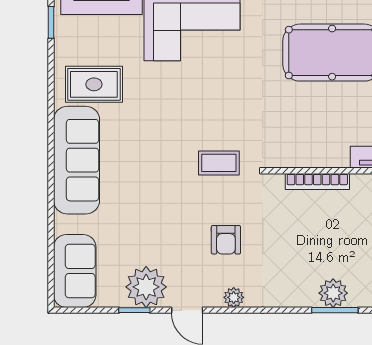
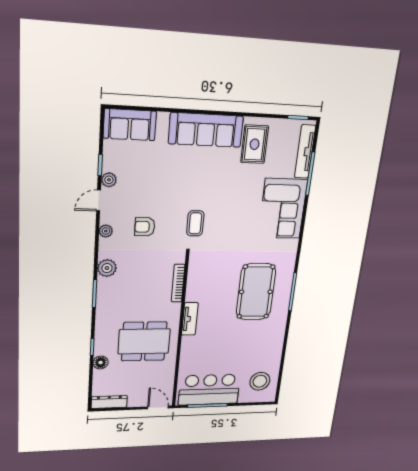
plant: (146, 287) -> (109, 180), width x0.53, depth x0.53
plant: (333, 293) -> (107, 268), moved

